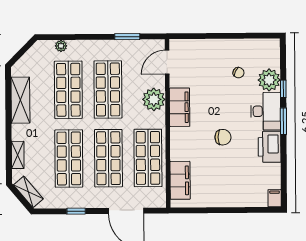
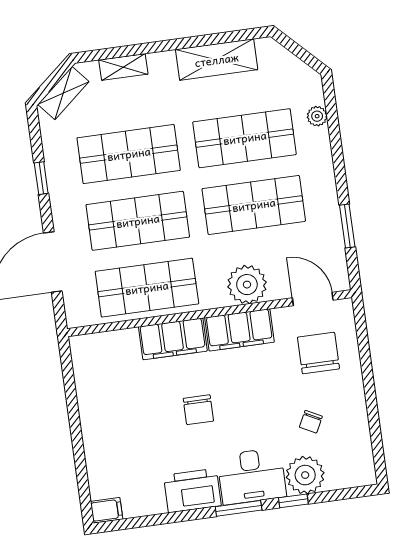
chair: (199, 63) -> (318, 353), added
filing cabinet: (180, 180) -> (173, 339), moved

